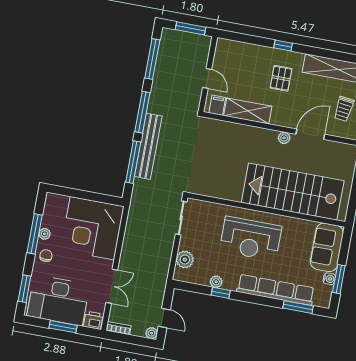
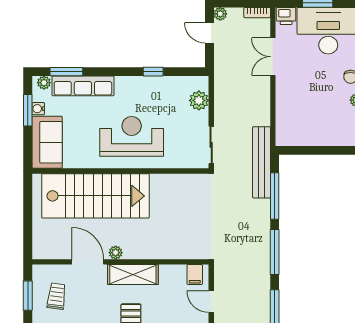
shelving: (248, 111) -> (133, 275), moved
door: (310, 134) -> (88, 262), swing flipped
bench: (148, 146) -> (261, 162), moved
corner desk: (92, 228) -> (306, 116), removed
plant: (216, 282) -> (44, 83), moved
row of seats: (276, 290) -> (83, 86), width x0.73

